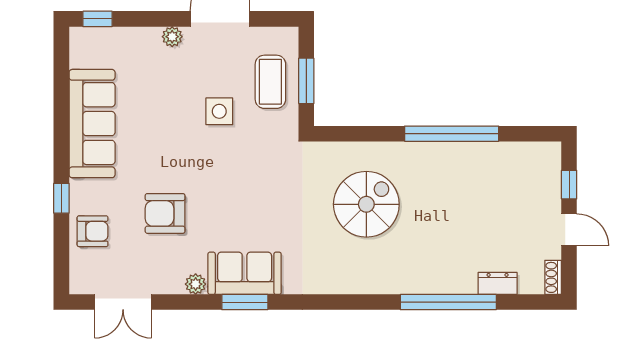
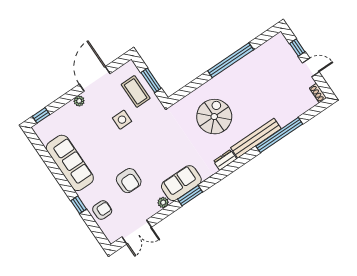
armchair: (165, 213) -> (129, 181), turned -90
bench: (408, 282) -> (256, 138), added
dresser: (498, 283) -> (225, 160), moved

